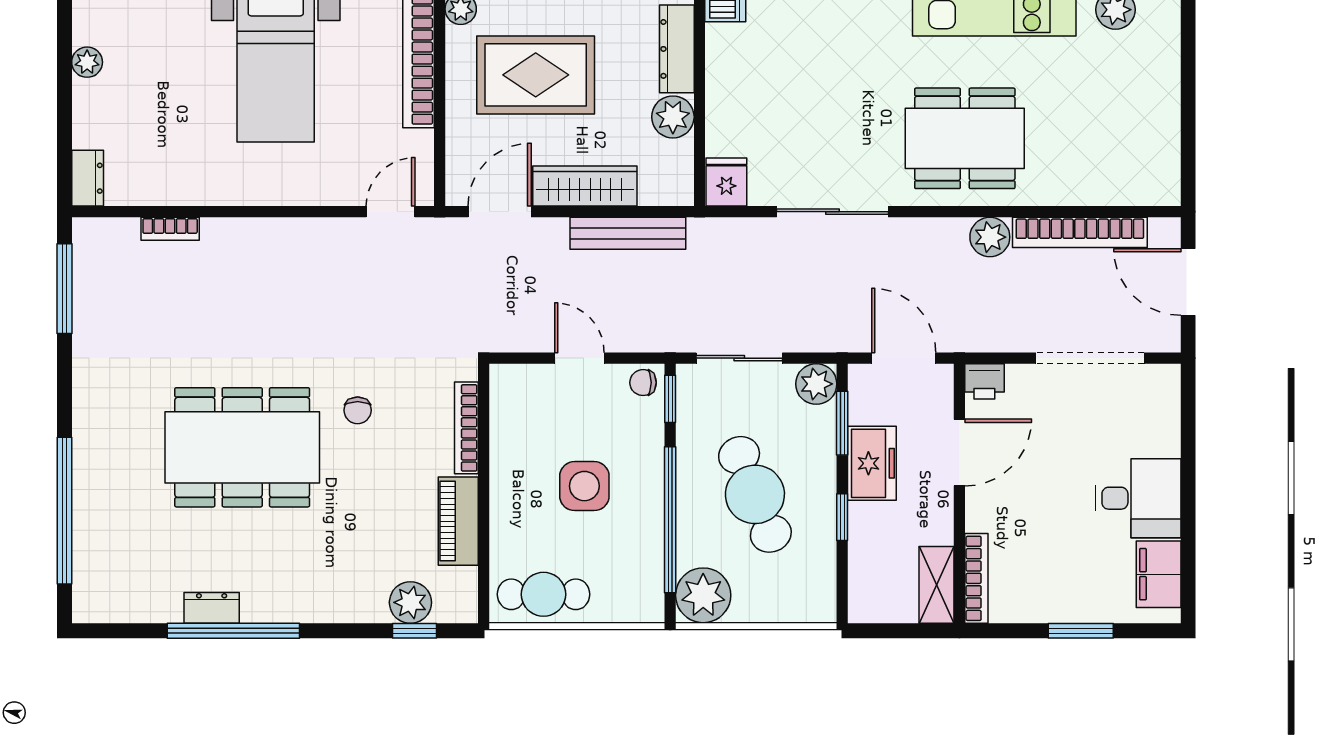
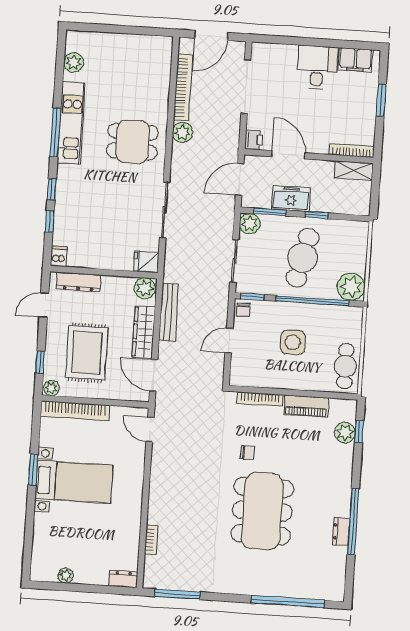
plant: (673, 117) -> (145, 288), moved
dining table: (965, 138) -> (133, 142), width x0.73
cafe table: (755, 494) -> (303, 258), turned -55

